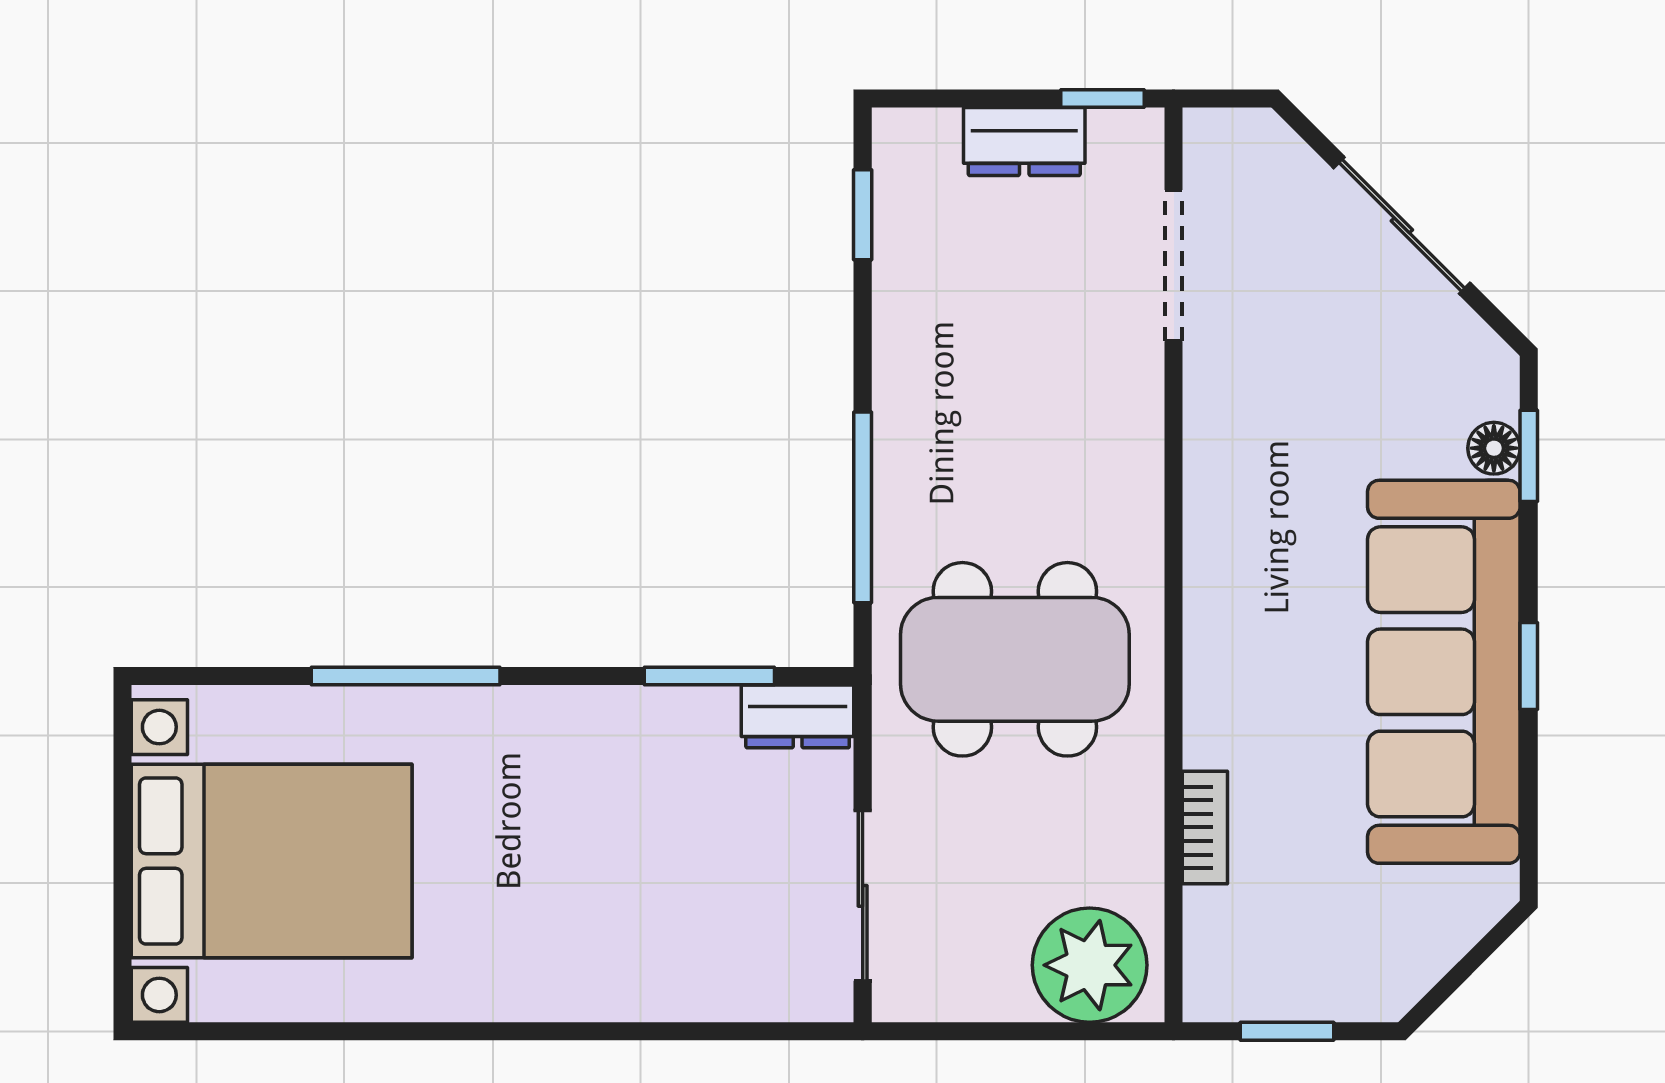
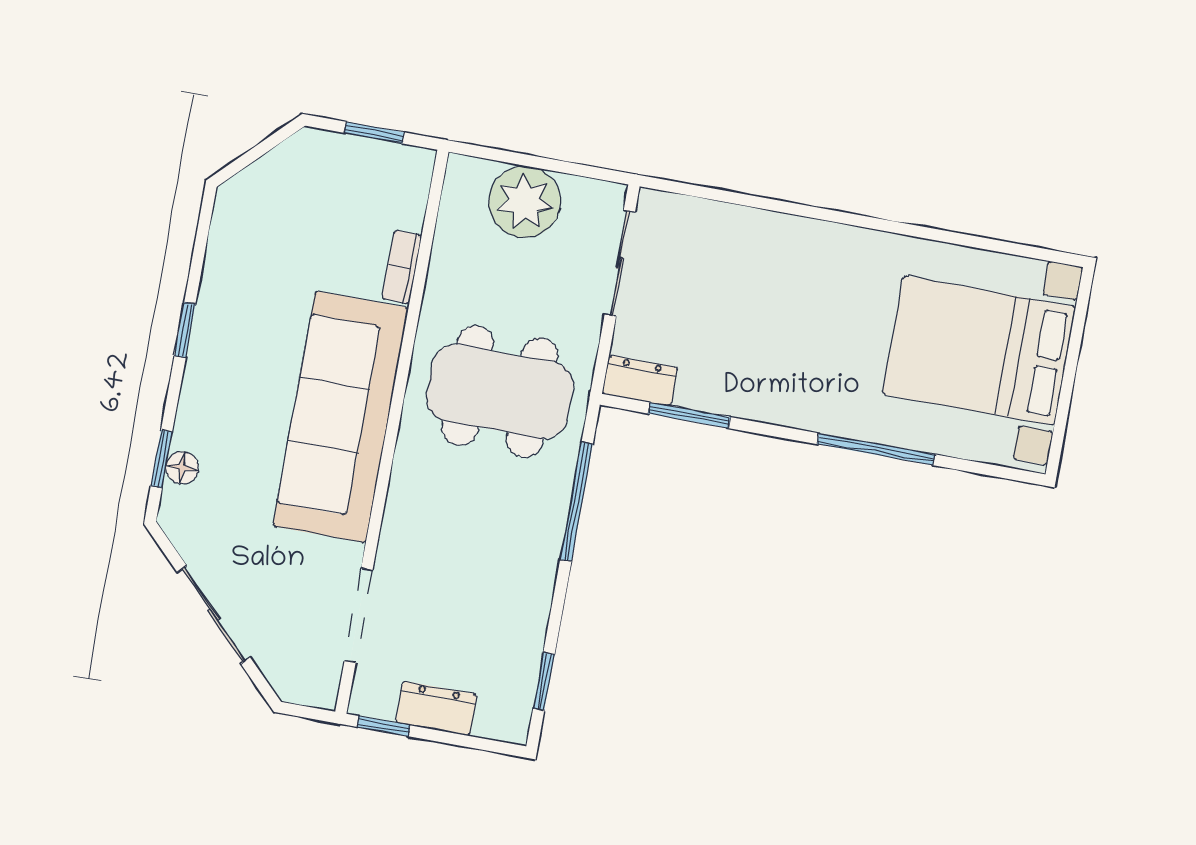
sofa: (1444, 672) -> (341, 417), moved, turned 180
plant: (1090, 965) -> (525, 202), moved

